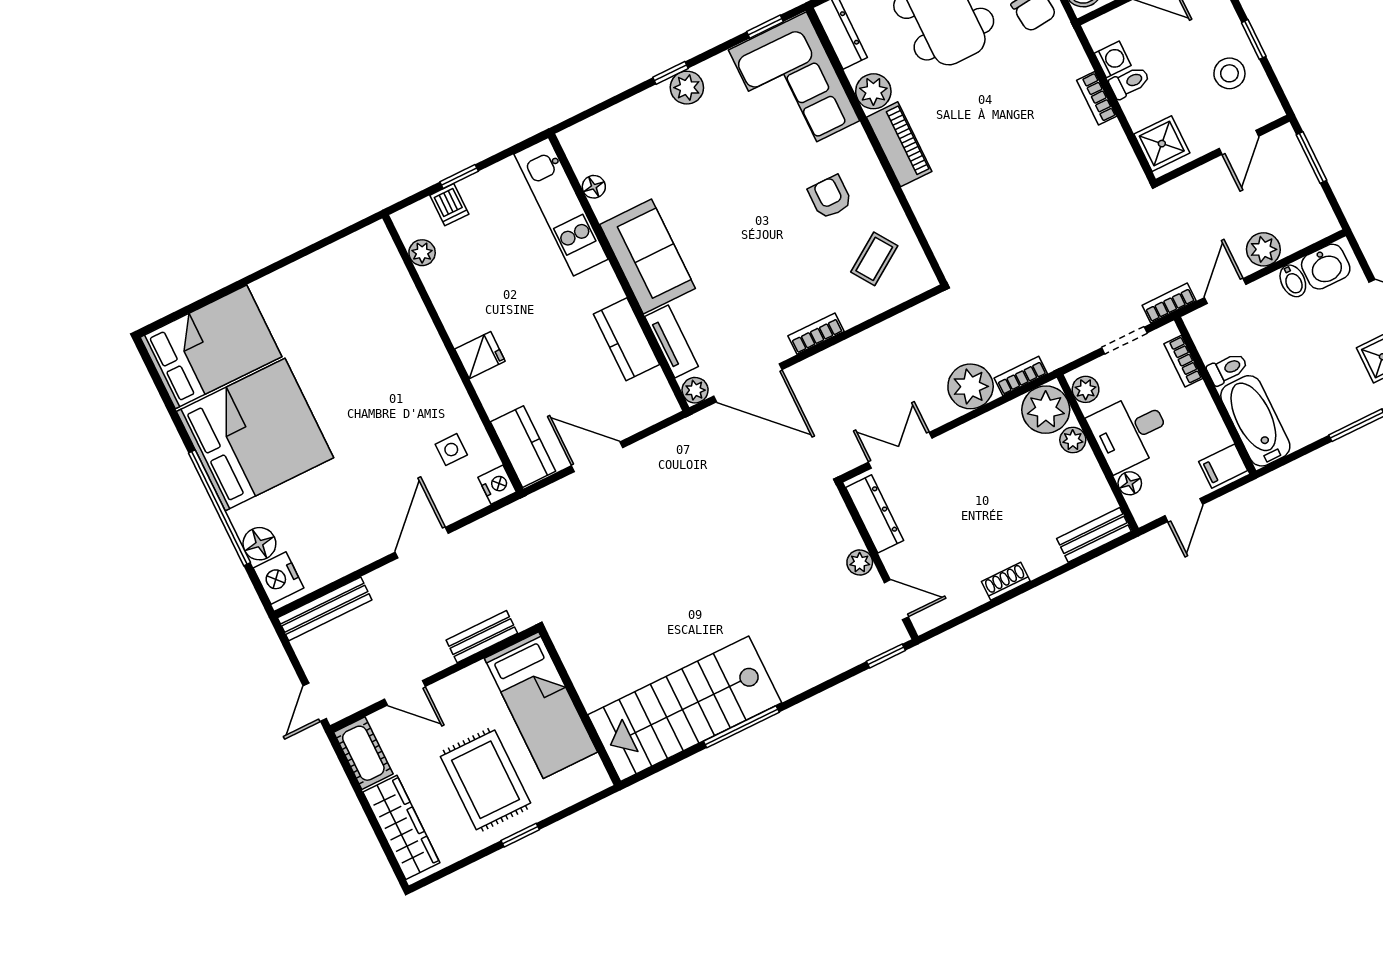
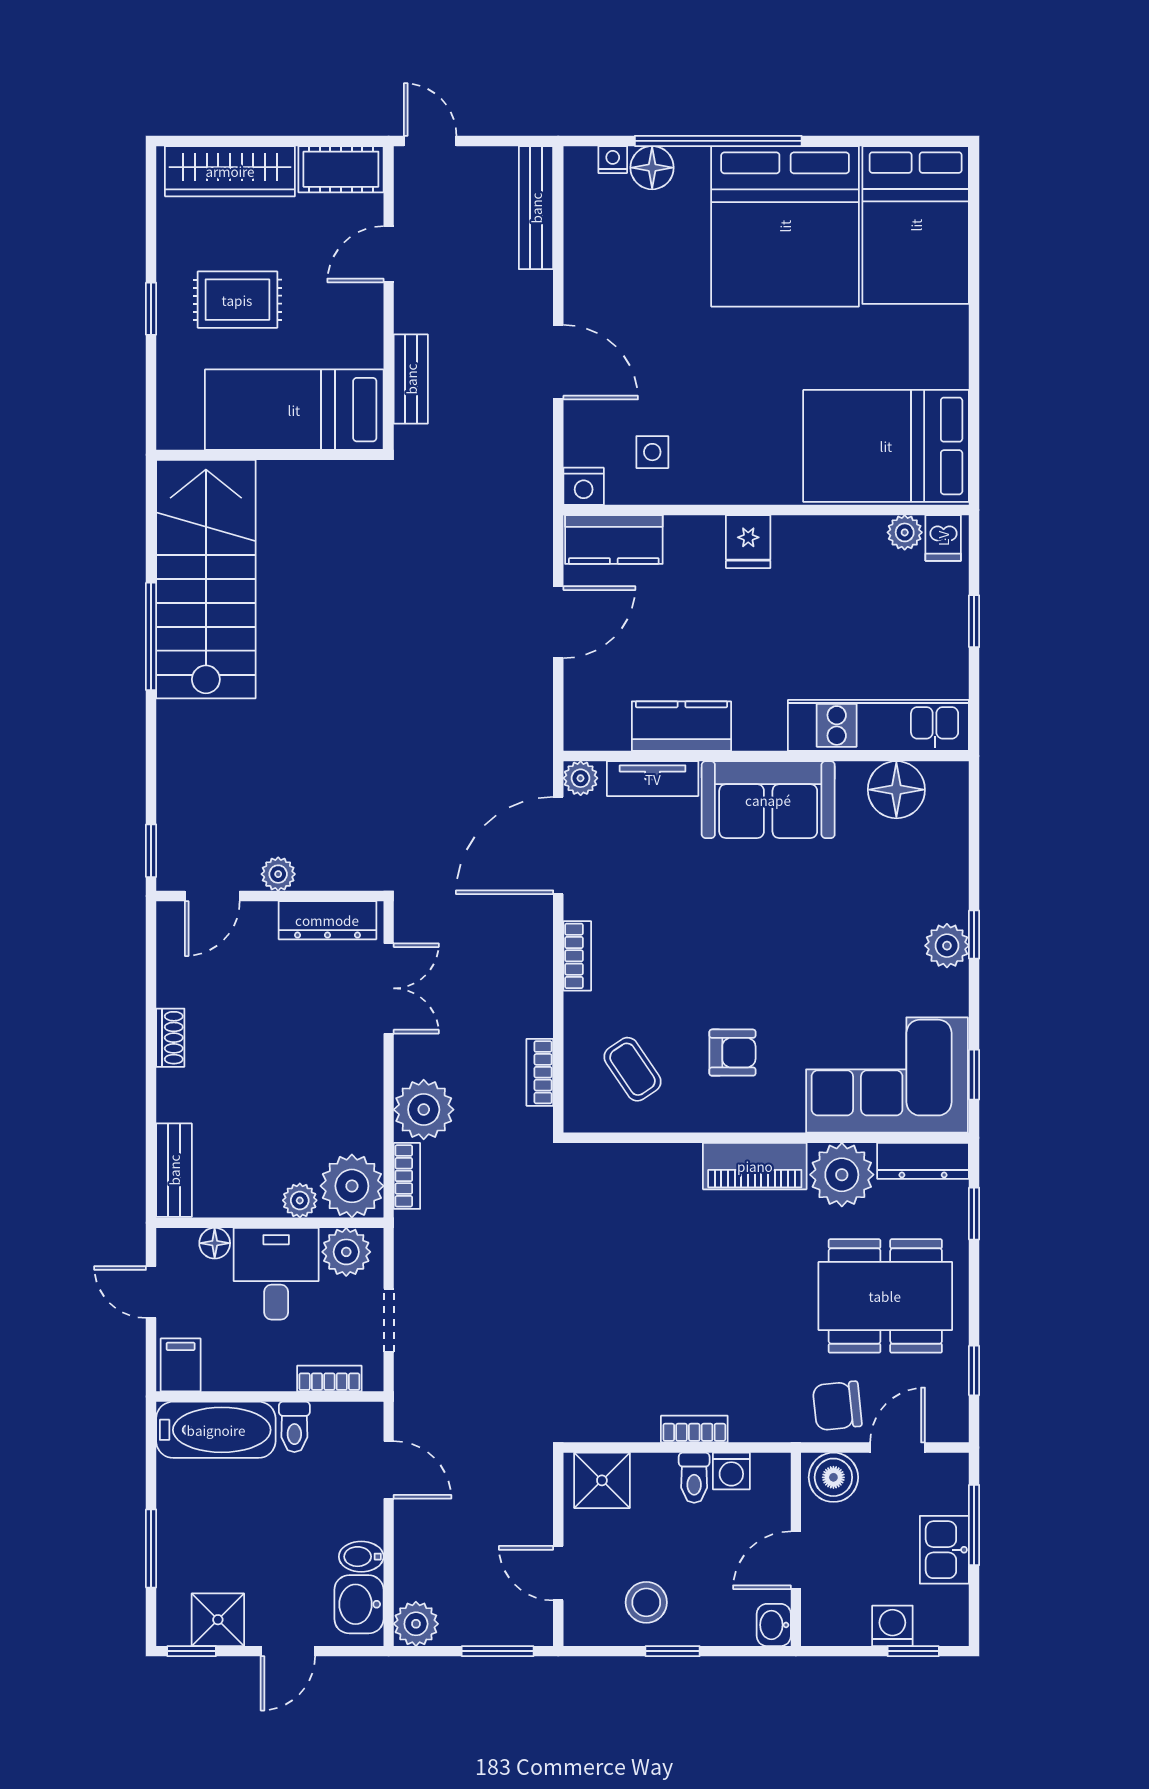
plant: (873, 91) -> (842, 1175), width x1.36, depth x1.36
floor lamp: (594, 187) -> (896, 790), width x1.89, depth x1.89
dishwasher: (449, 205) -> (943, 538), moved, turned -90
plant: (1263, 249) -> (416, 1624), moved
bed: (370, 294) -> (886, 446), added
bookcase: (1169, 303) -> (540, 1072), moved, turned 180
plant: (1086, 389) -> (346, 1252), width x1.38, depth x1.38
nightstand: (278, 578) -> (613, 160), width x0.53, depth x0.56
rug: (486, 780) -> (237, 300), width x0.73, depth x0.70

